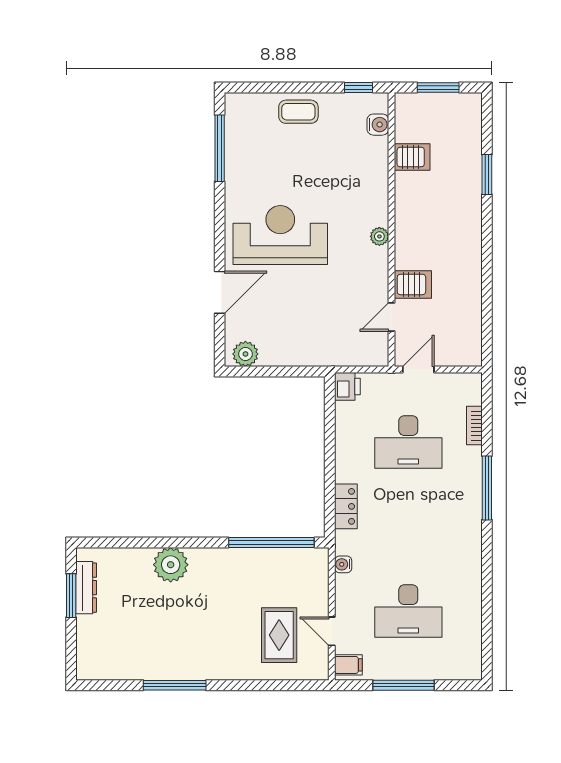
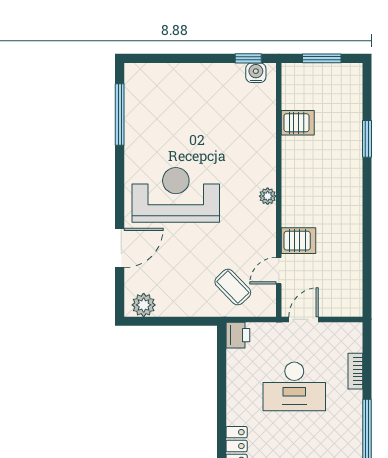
coffee table: (298, 112) -> (233, 287), moved, turned 46
water cooler: (378, 125) -> (256, 73), moved, turned -90

